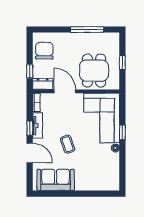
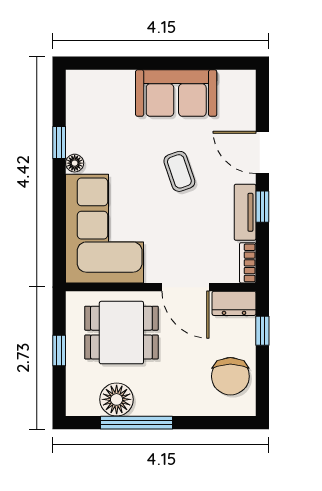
floor lamp: (96, 40) -> (117, 399), added
dining table: (94, 71) -> (121, 333), turned 90
window: (122, 132) -> (59, 143), moved
sofa: (56, 180) -> (176, 93), moved

